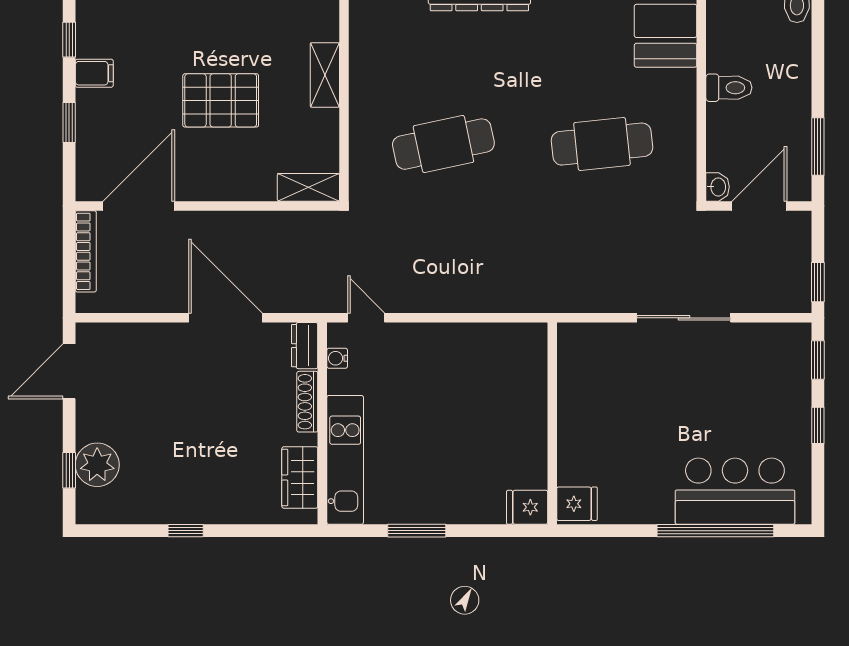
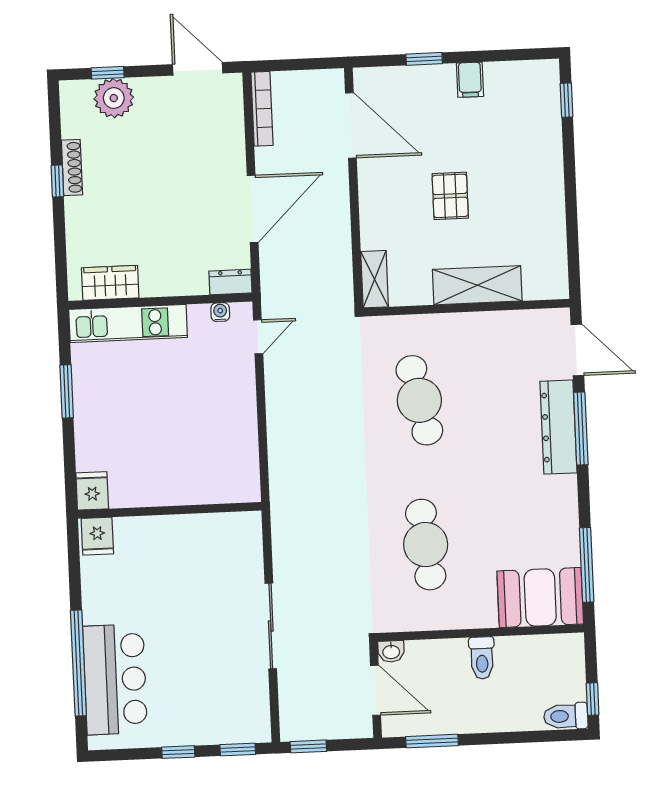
window: (69, 40) -> (499, 56), removed
shelving: (325, 75) -> (477, 285), width x1.50, depth x1.33
pallet: (221, 100) -> (450, 196), width x0.67, depth x0.71
bookcase: (86, 251) -> (262, 109), moved, turned -90
shoe rack: (307, 402) -> (72, 167), moved, turned 90

